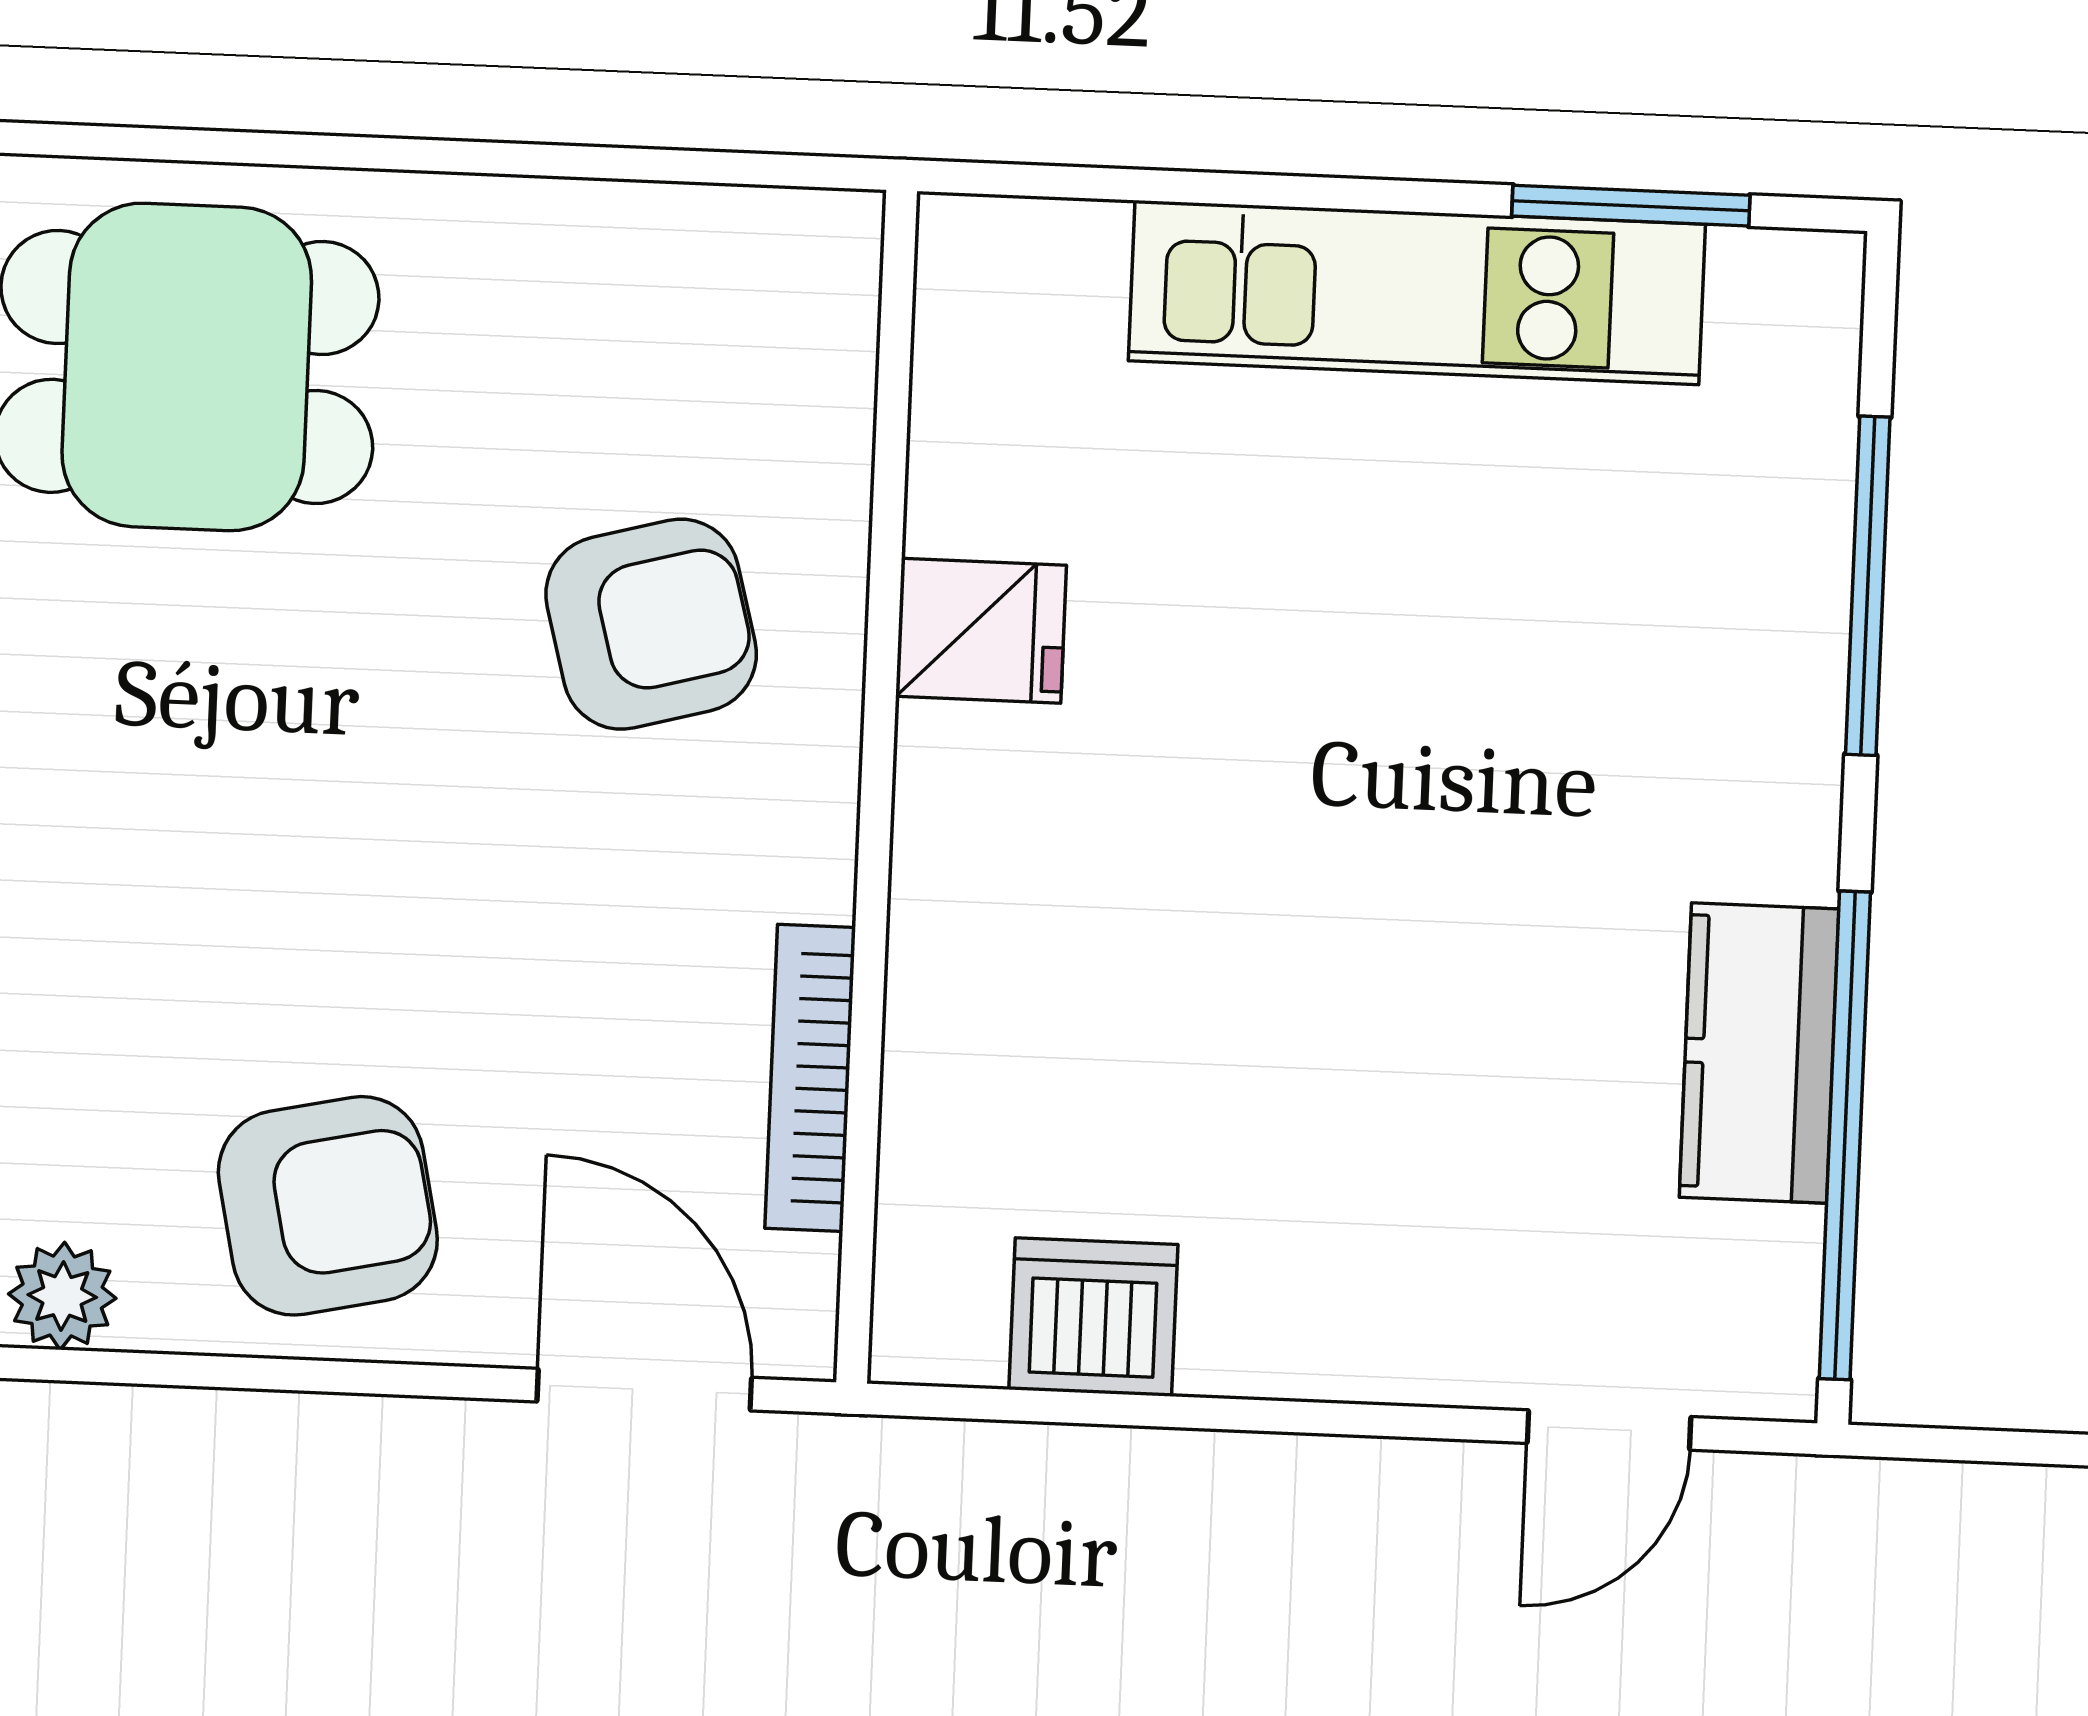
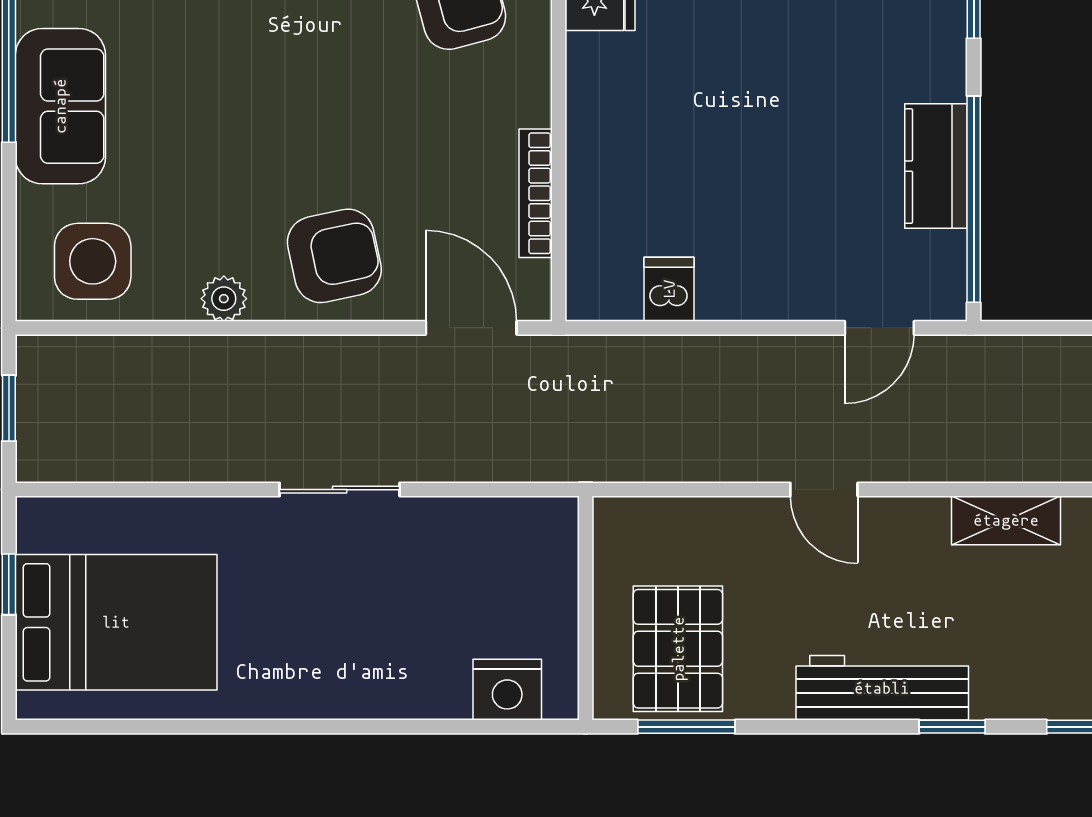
dishwasher: (1093, 1317) -> (669, 289), width x0.73

